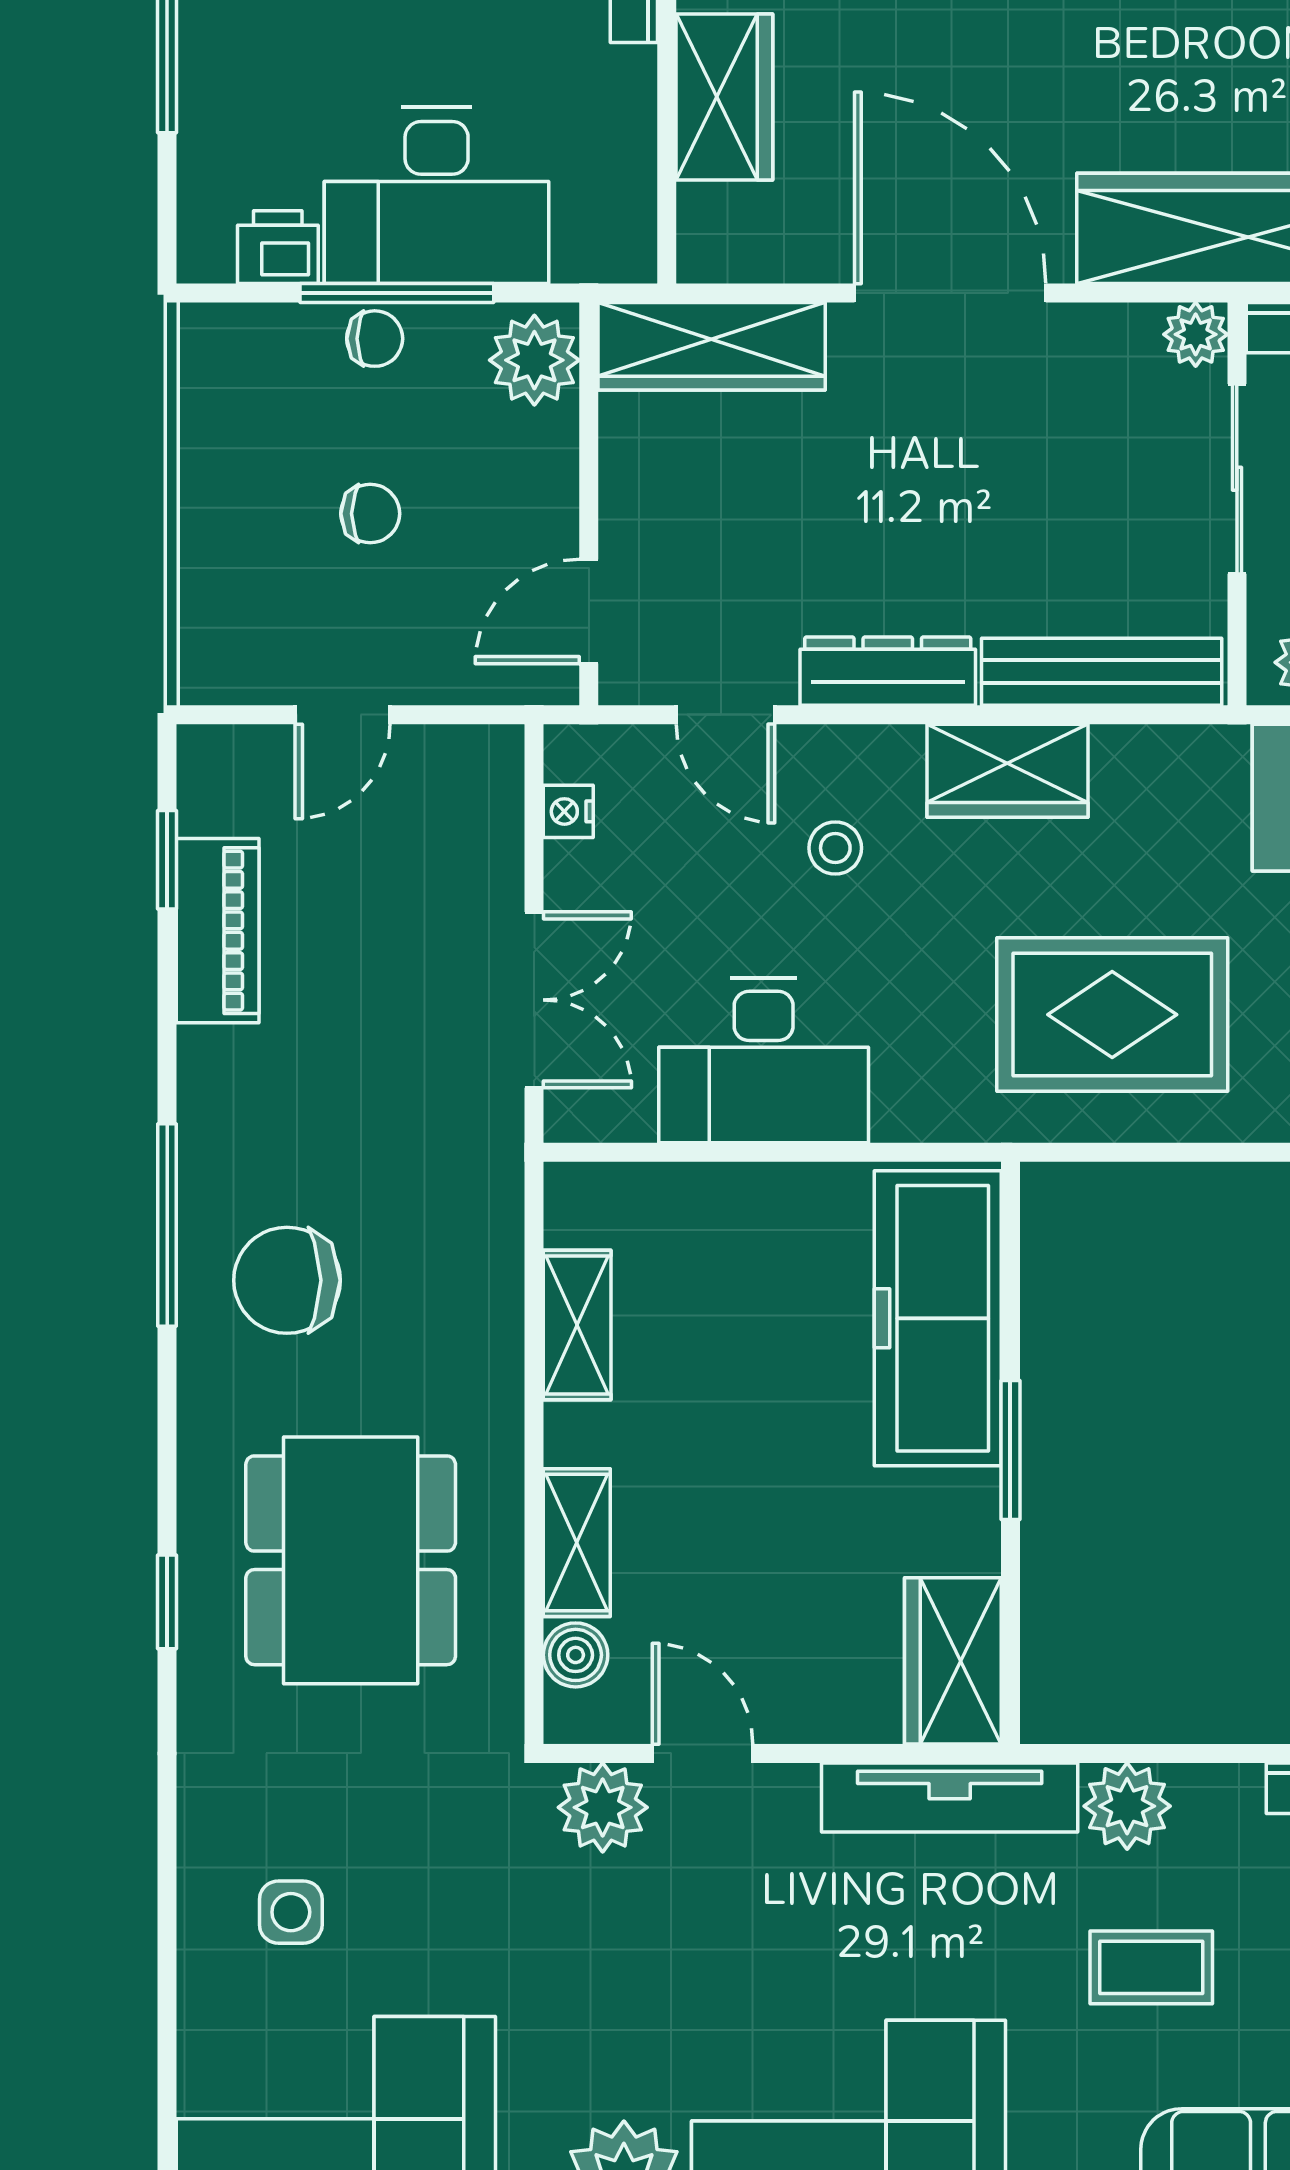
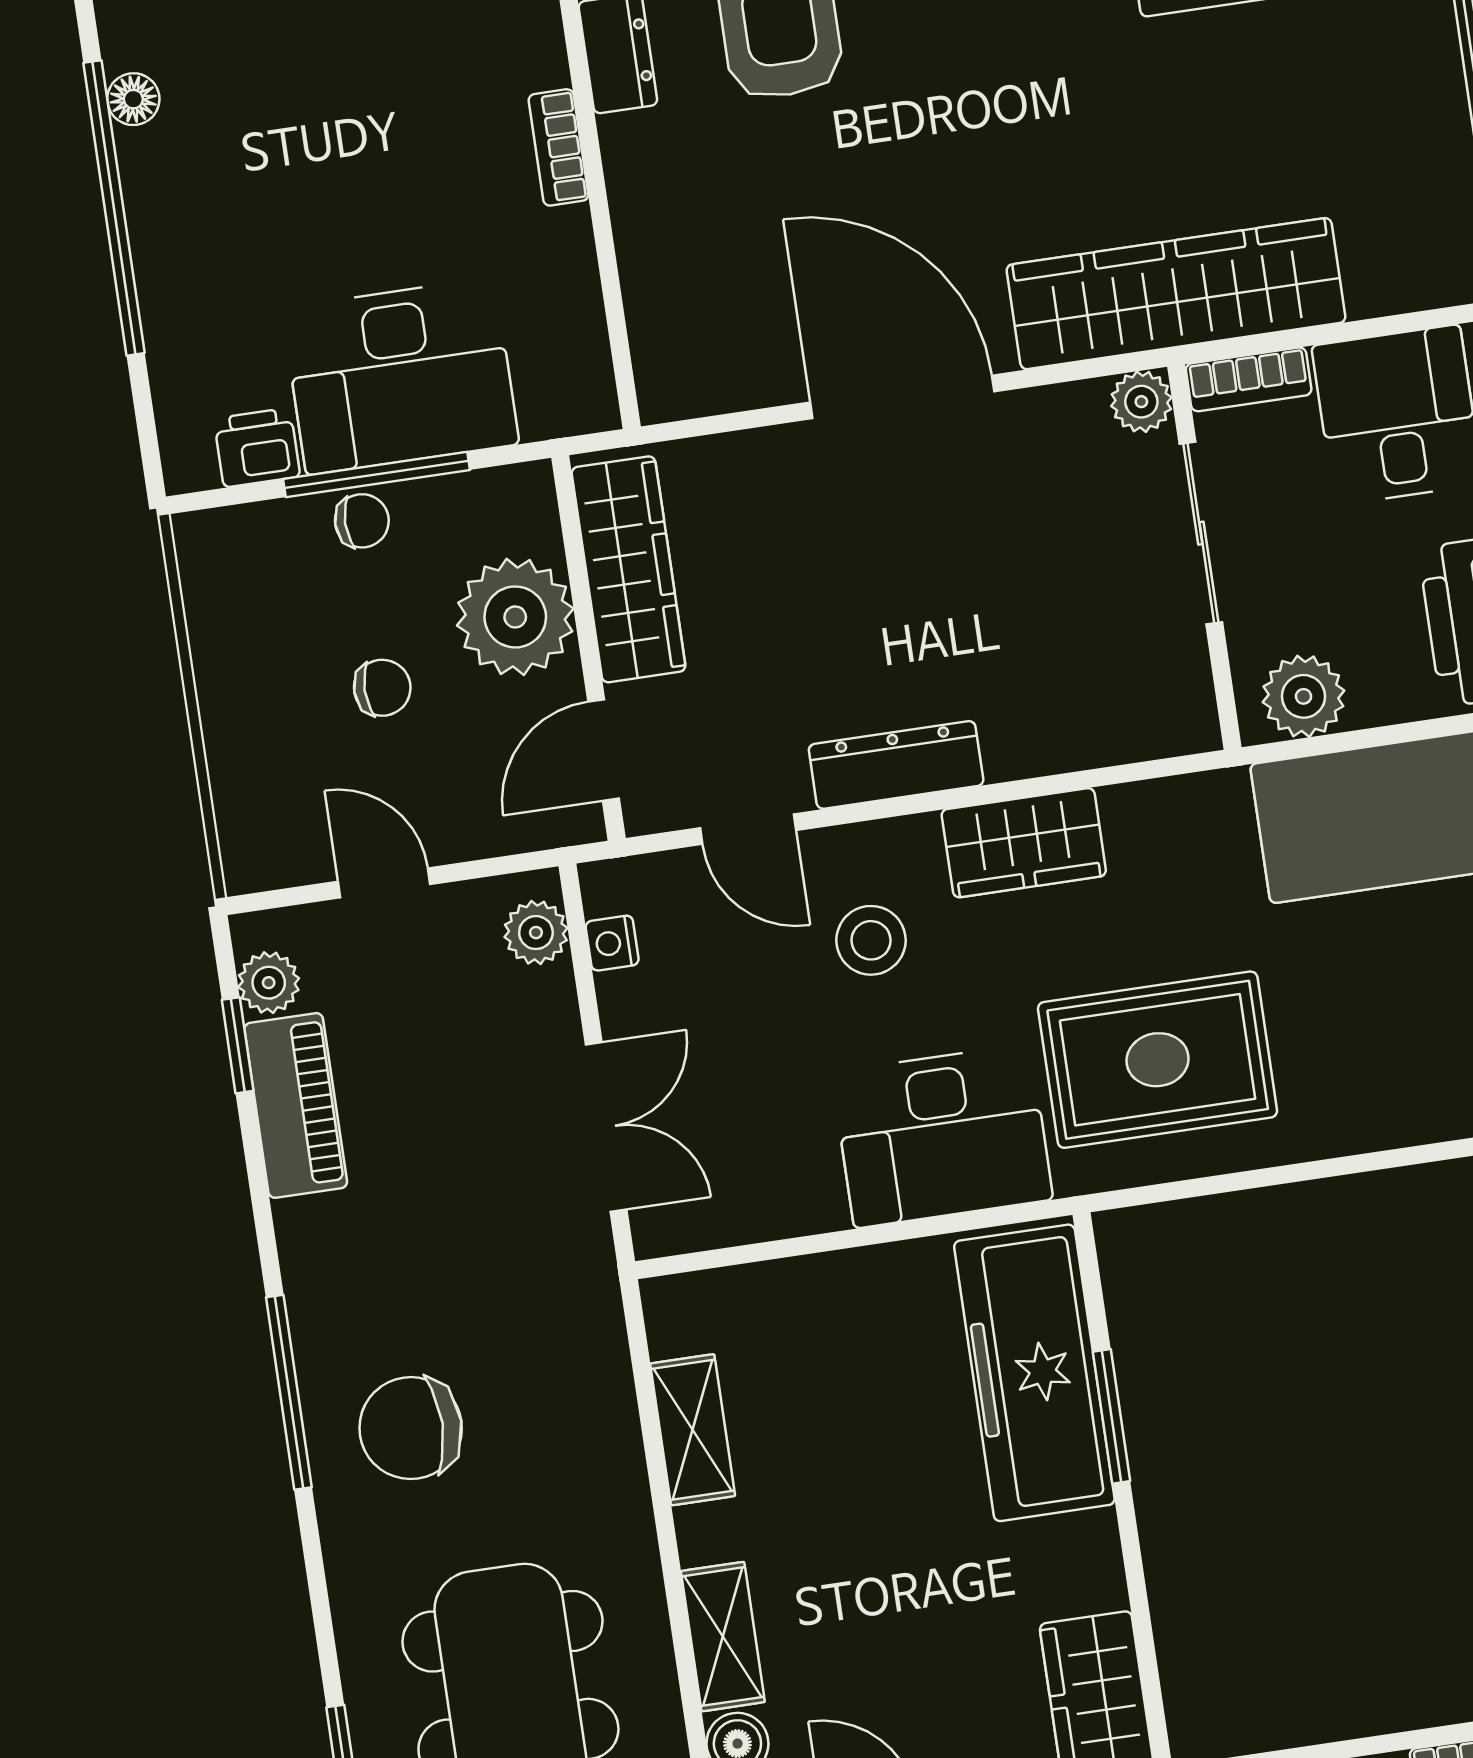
wardrobe: (724, 97) -> (660, 242), removed
wardrobe: (712, 346) -> (629, 569), moved, turned -90
plant: (534, 360) -> (515, 617), moved, width x1.36, depth x1.36
bench: (1102, 672) -> (1099, 736), removed
door: (343, 715) -> (384, 883), swing flipped
plant: (491, 789) -> (536, 933), added
plant: (209, 800) -> (269, 983), added
stool: (835, 848) -> (871, 940), width x1.37, depth x1.37
desk: (764, 1060) -> (942, 1136), moved
window: (1010, 1450) -> (1111, 1416), moved

